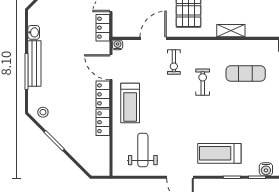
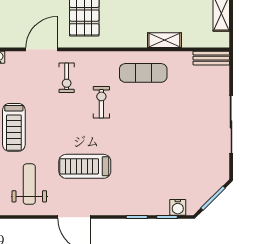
shelving: (231, 31) -> (164, 40), moved
exercise mat: (246, 73) -> (143, 73), moved
treadmill: (219, 153) -> (85, 166), moved

